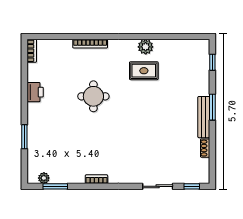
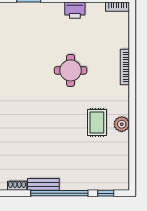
window: (212, 107) -> (59, 193), width x2.11
bench: (204, 117) -> (43, 184), width x0.73

